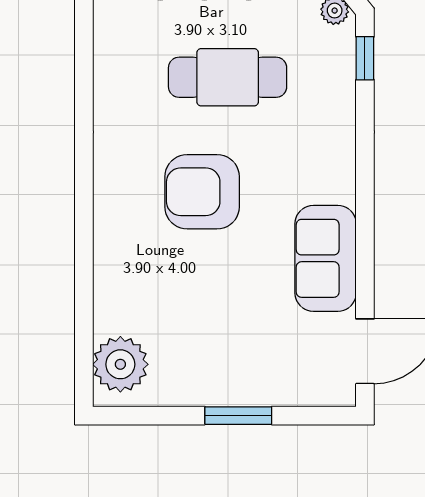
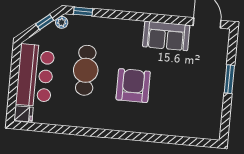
armchair: (202, 192) -> (133, 86), turned 180
plant: (120, 364) -> (203, 127), removed

